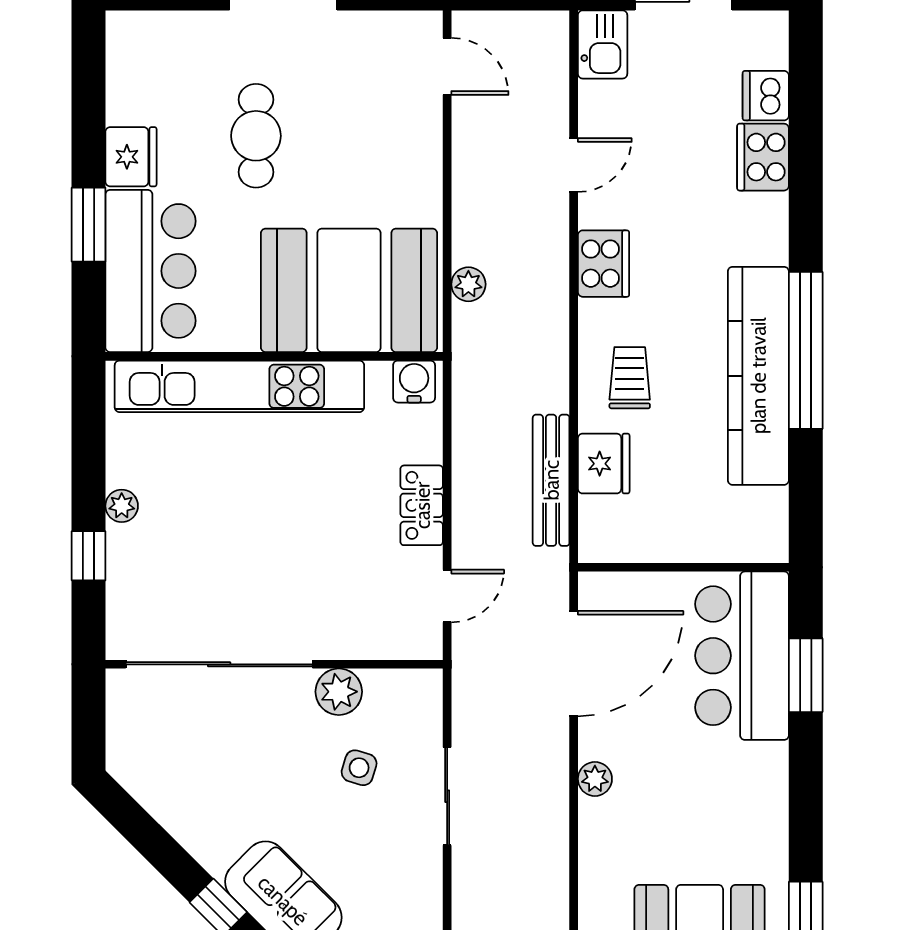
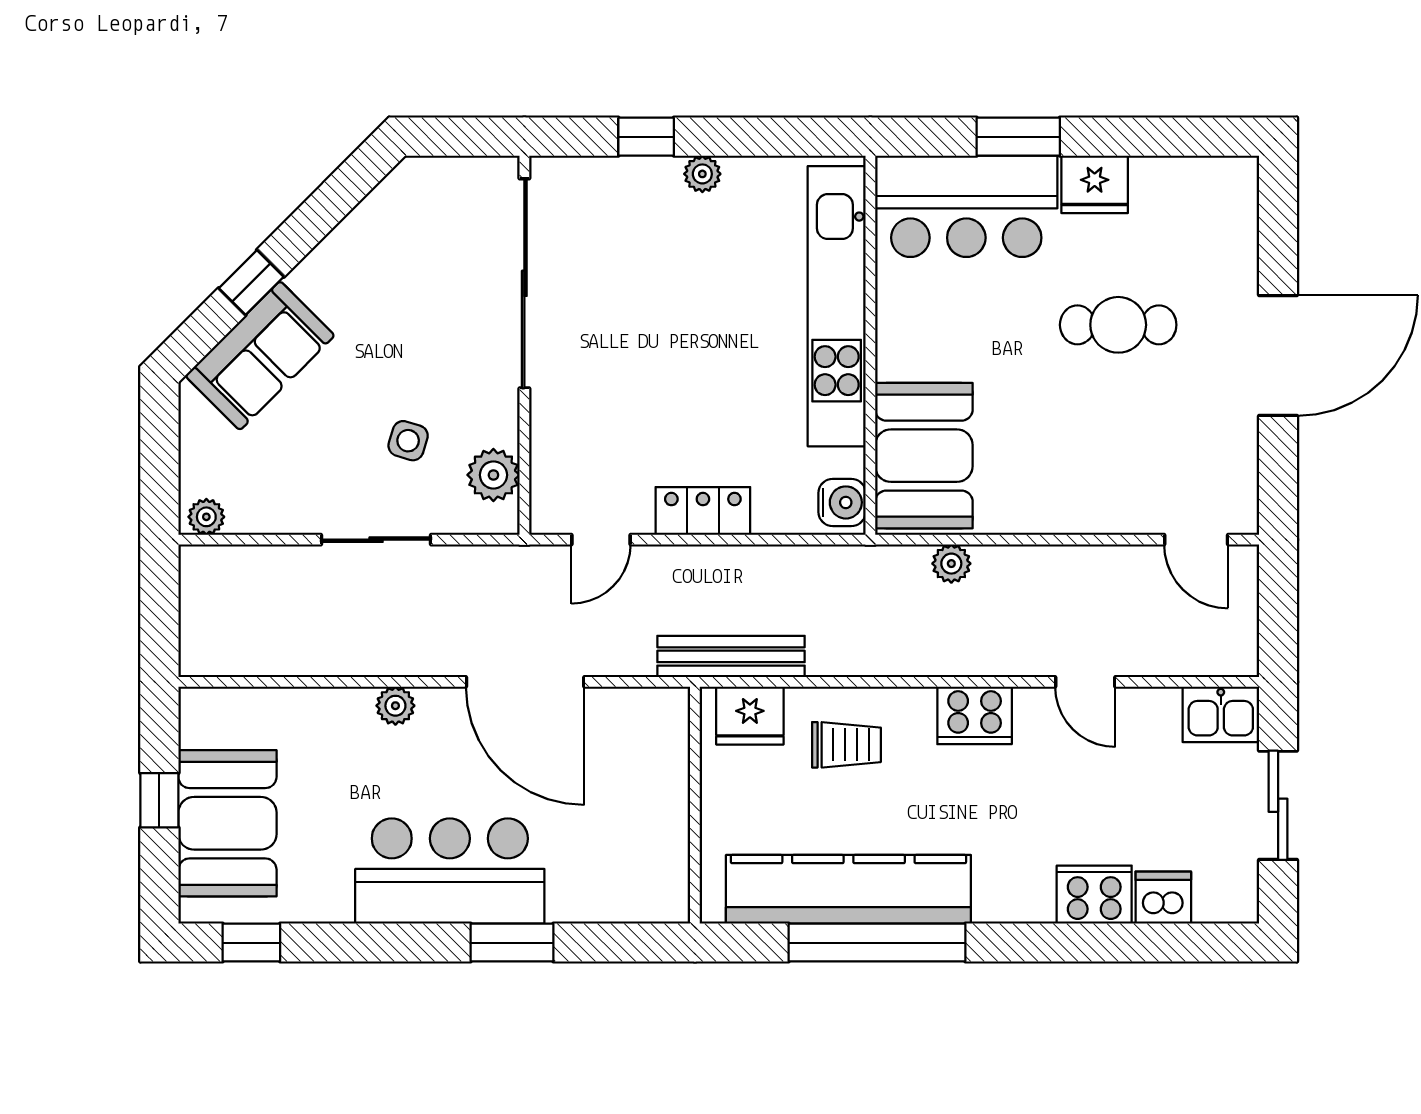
door: (447, 66) -> (1196, 540), hinge flipped
booth: (349, 290) -> (924, 456), width x0.73, depth x0.70
wall: (683, 567) -> (695, 805), moved
door: (447, 596) -> (601, 540), hinge flipped
bar counter: (742, 656) -> (450, 871), moved
plant: (339, 692) -> (493, 475), moved

